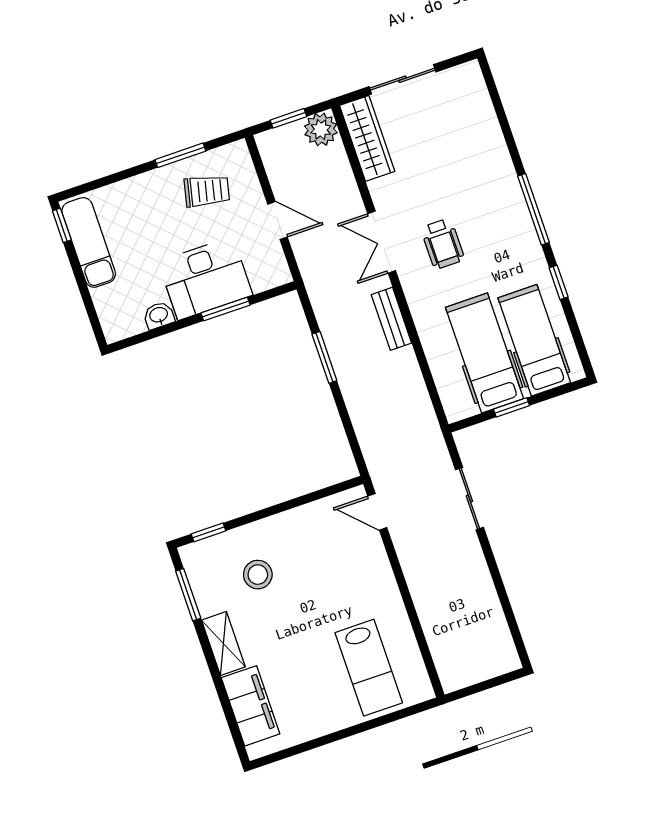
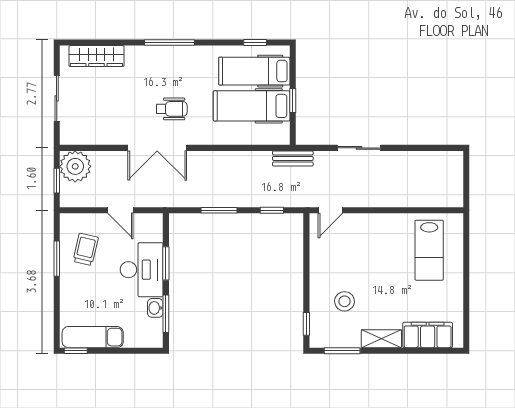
plant: (321, 129) -> (75, 166), width x1.36, depth x1.36
wardrobe: (367, 138) -> (96, 56), moved, turned 180
door: (278, 221) -> (120, 210), swing flipped
double door: (382, 242) -> (157, 148), width x1.37
window: (559, 282) -> (255, 43), moved
bench: (391, 319) -> (293, 158), moved
window: (156, 333) -> (166, 314), added
window: (350, 431) -> (272, 210), added
sliding door: (469, 499) -> (359, 148), moved
lab bench: (369, 668) -> (429, 250), turned 90

